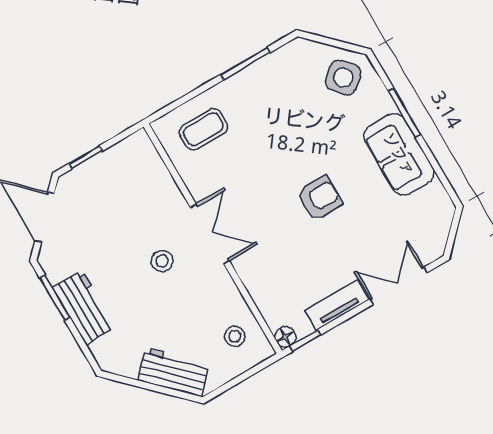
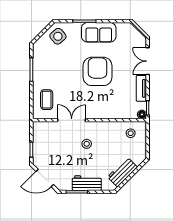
armchair: (319, 198) -> (98, 71), width x1.88, depth x1.88
double door: (210, 234) -> (72, 120), moved
workbench: (173, 372) -> (122, 172), moved

